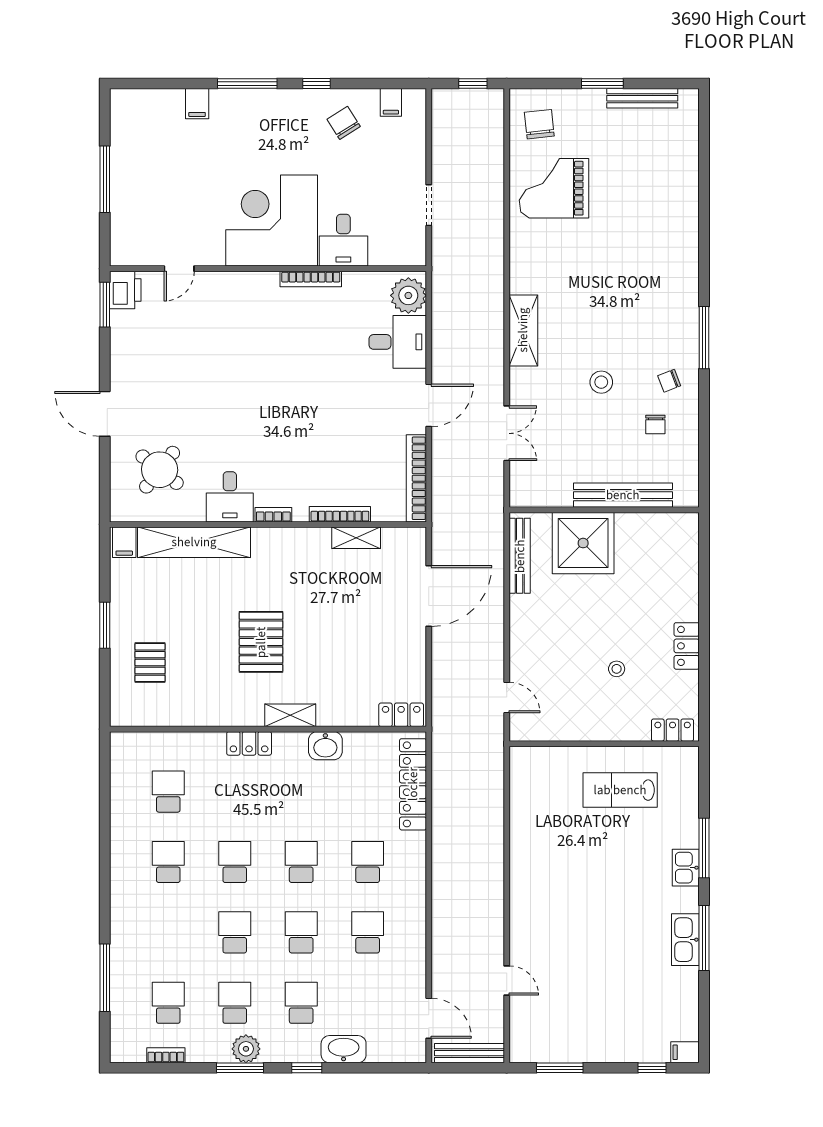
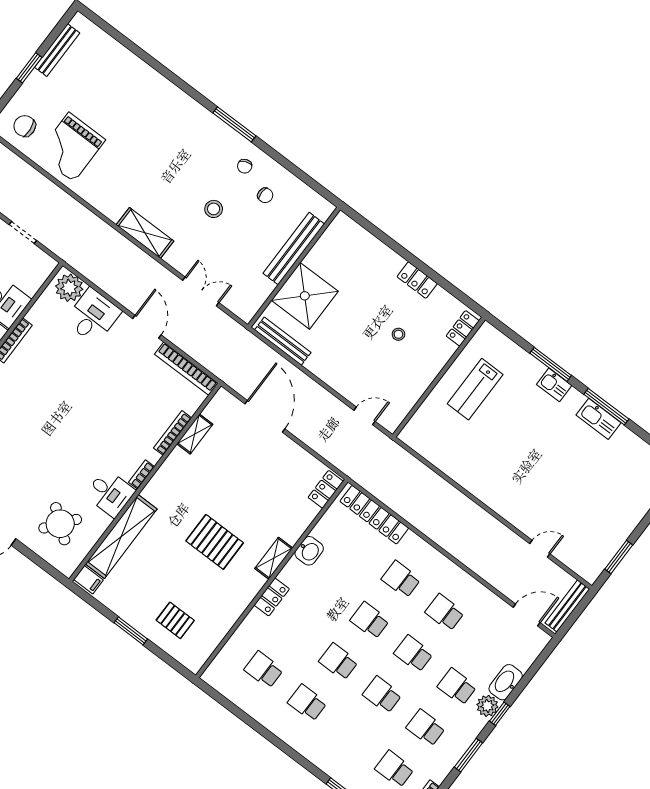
plant: (246, 1049) -> (487, 706), moved

